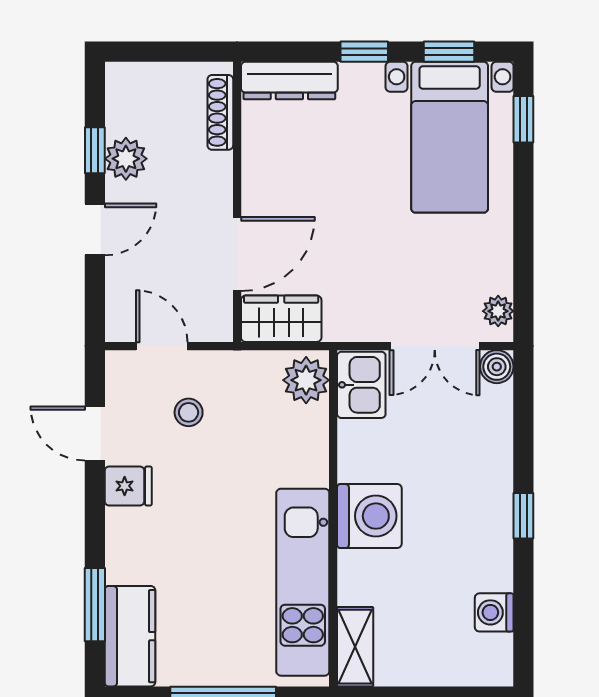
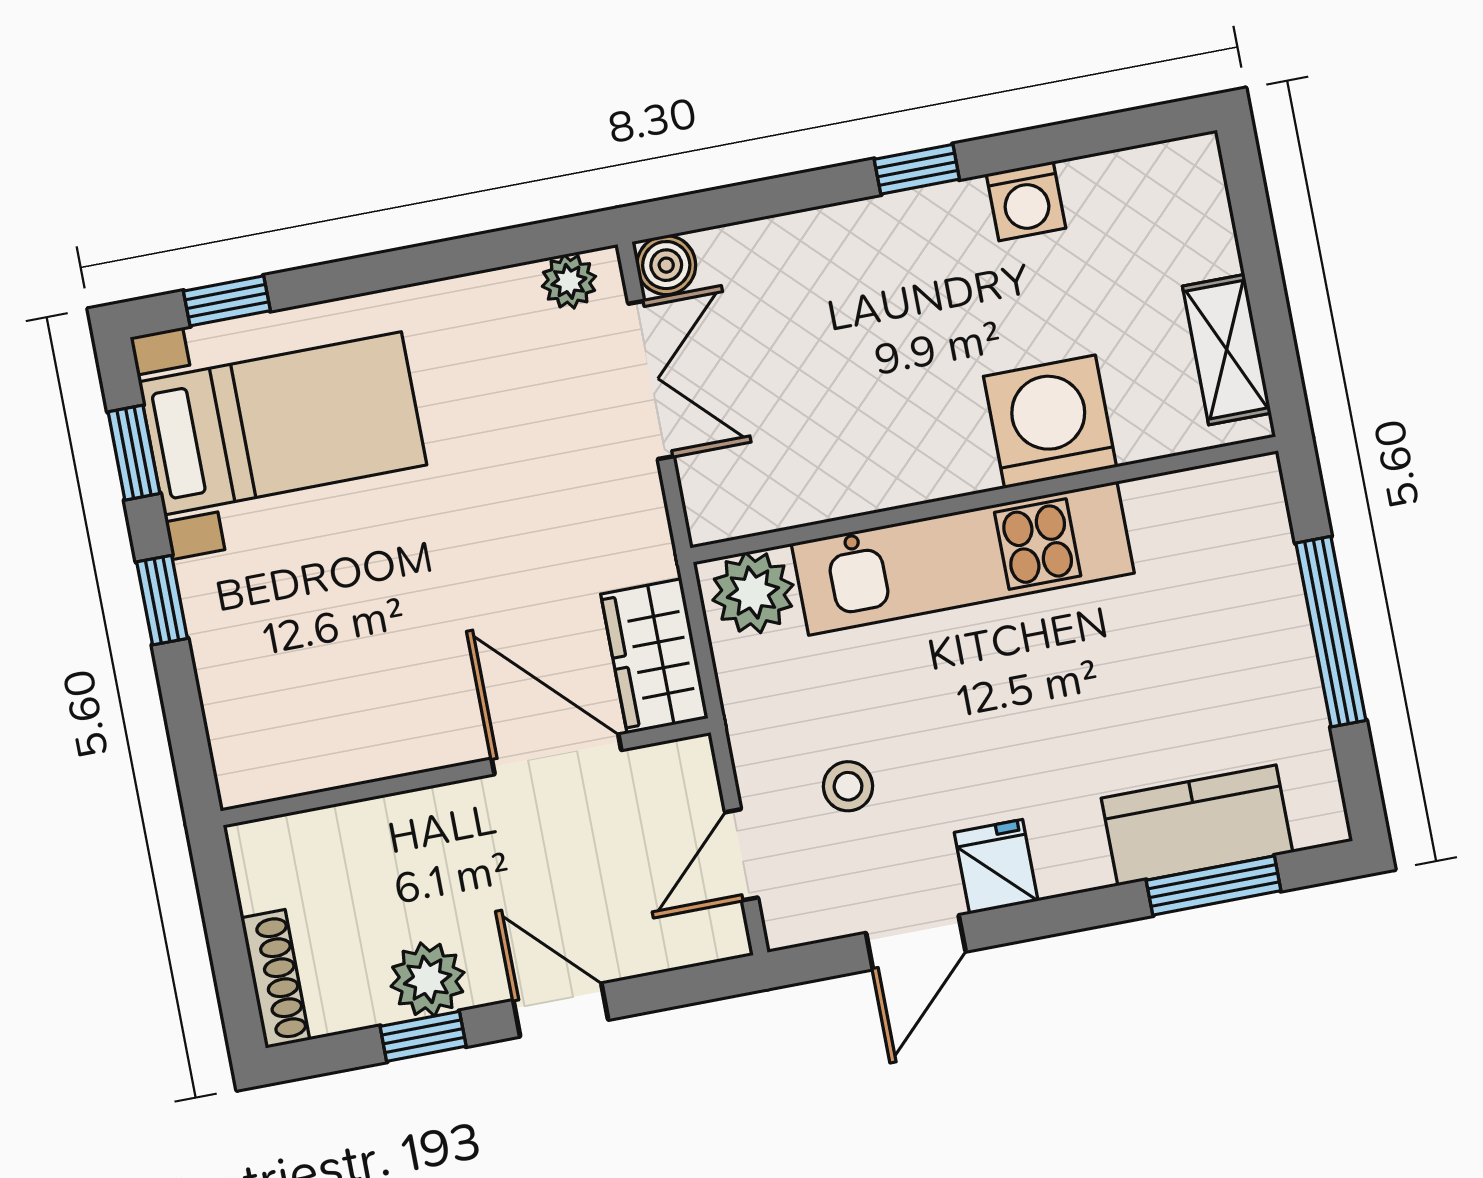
dresser: (289, 81) -> (237, 721), removed
shoe rack: (220, 112) -> (275, 979), moved, turned -90
kitchen sink: (361, 385) -> (743, 495), removed
washing machine: (369, 516) -> (1050, 422), moved
kitchen unit: (303, 582) -> (963, 558), moved
washing machine: (494, 612) -> (1026, 201), moved
kitchen counter: (130, 636) -> (1197, 825), moved
shelving: (355, 647) -> (1227, 350), moved, turned 90

